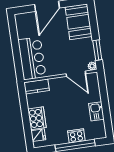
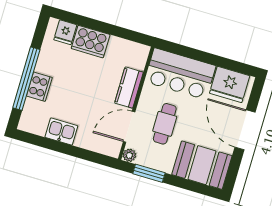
fridge: (25, 27) -> (230, 85), added
cafe table: (65, 54) -> (165, 124), added
kitchen counter: (37, 87) -> (129, 88), moved

